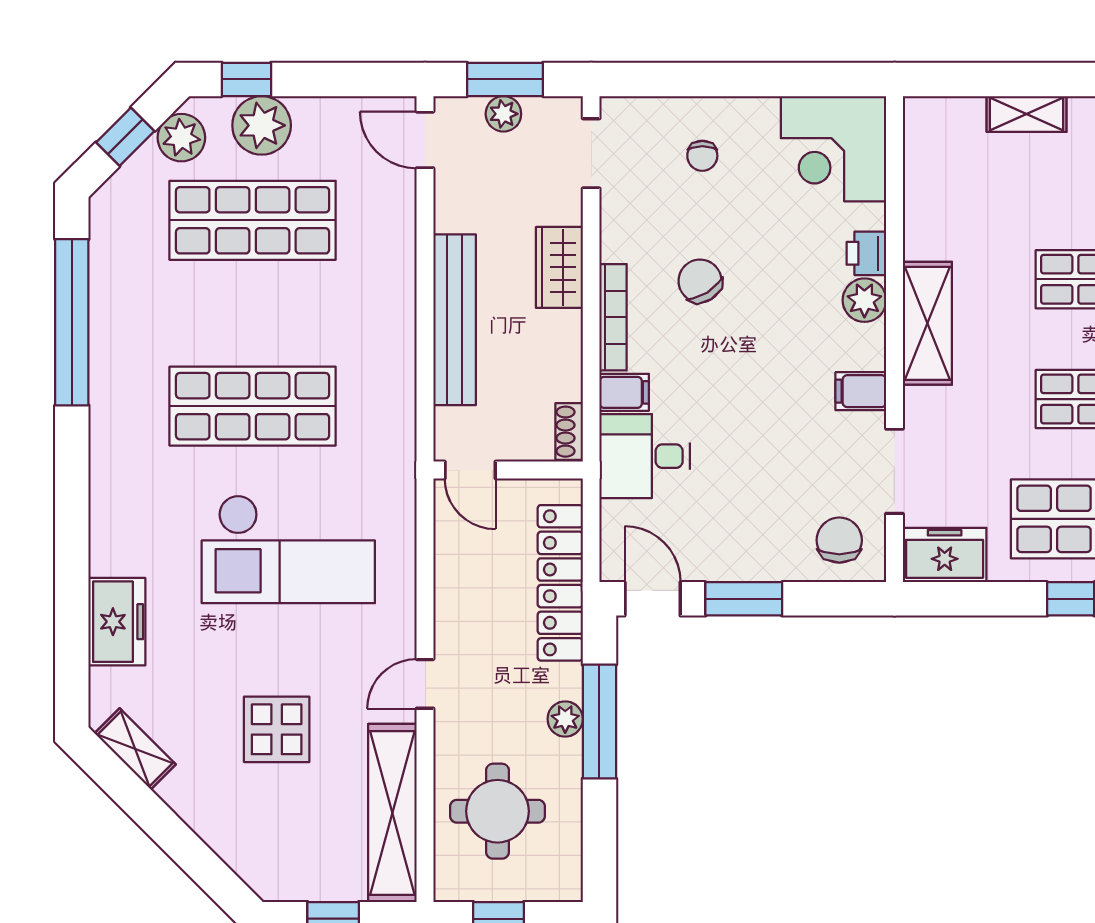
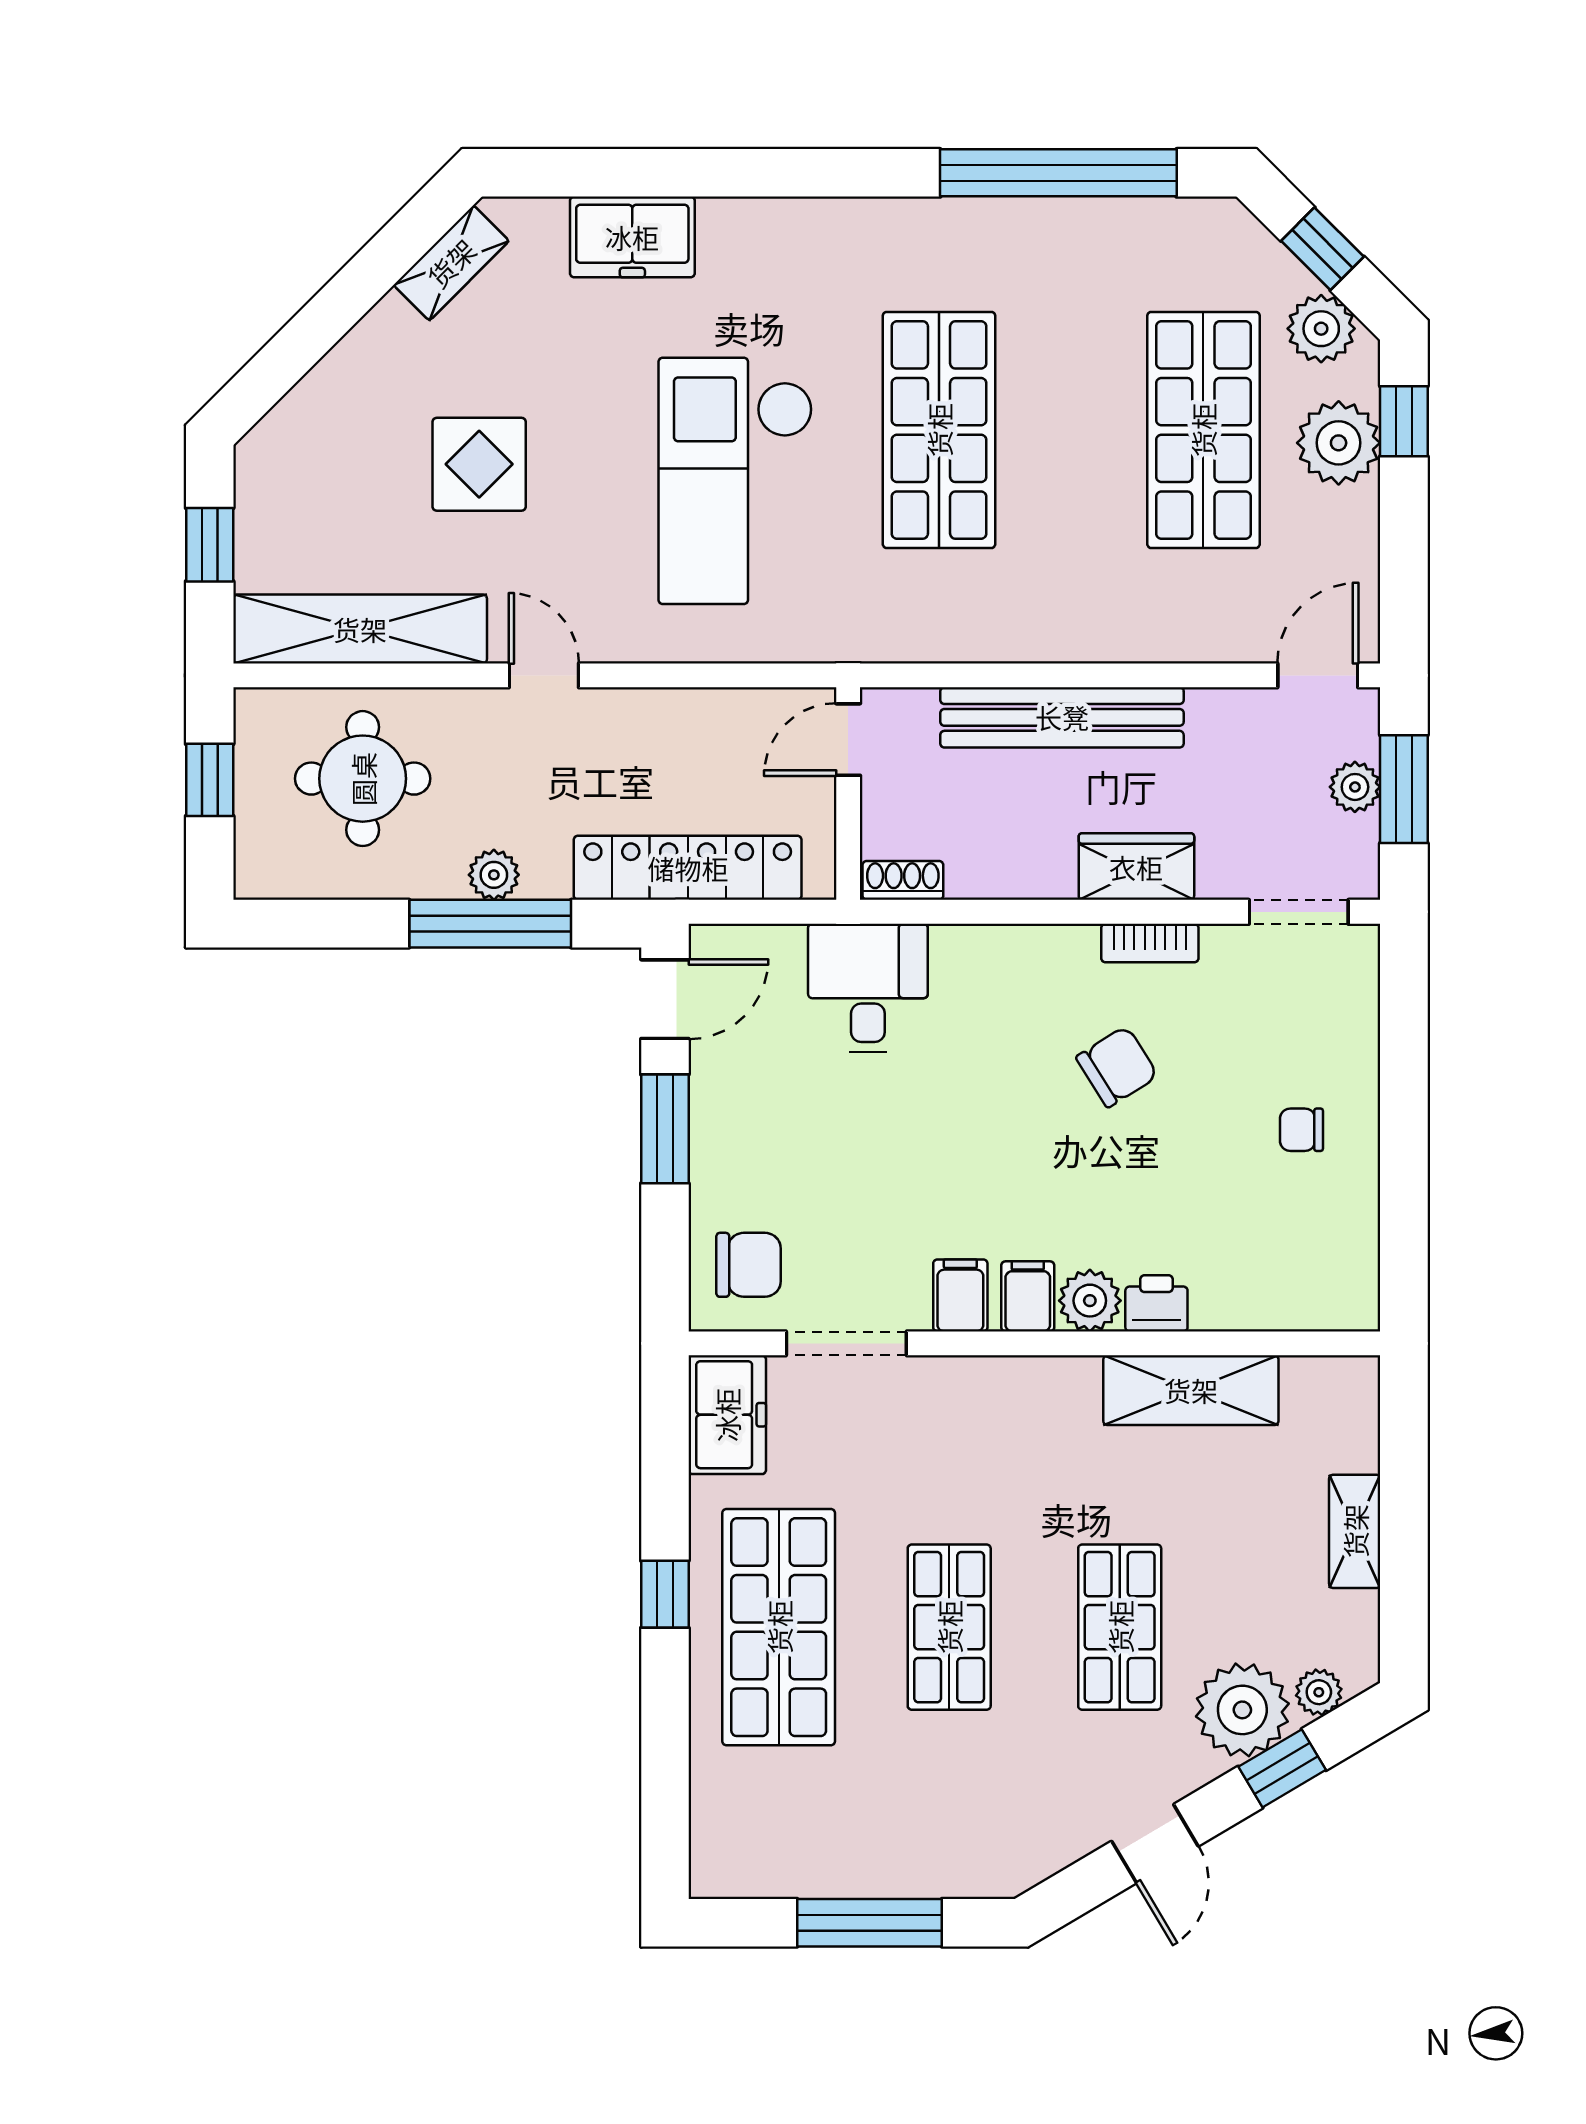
corner desk: (834, 149) -> (1305, 1257), removed
chair: (702, 156) -> (1301, 1130), moved
bookcase: (613, 317) -> (1150, 943), moved, width x0.64
shelving: (927, 323) -> (1191, 1390), moved
filing cabinet: (624, 392) -> (1028, 1296), moved, turned 180

